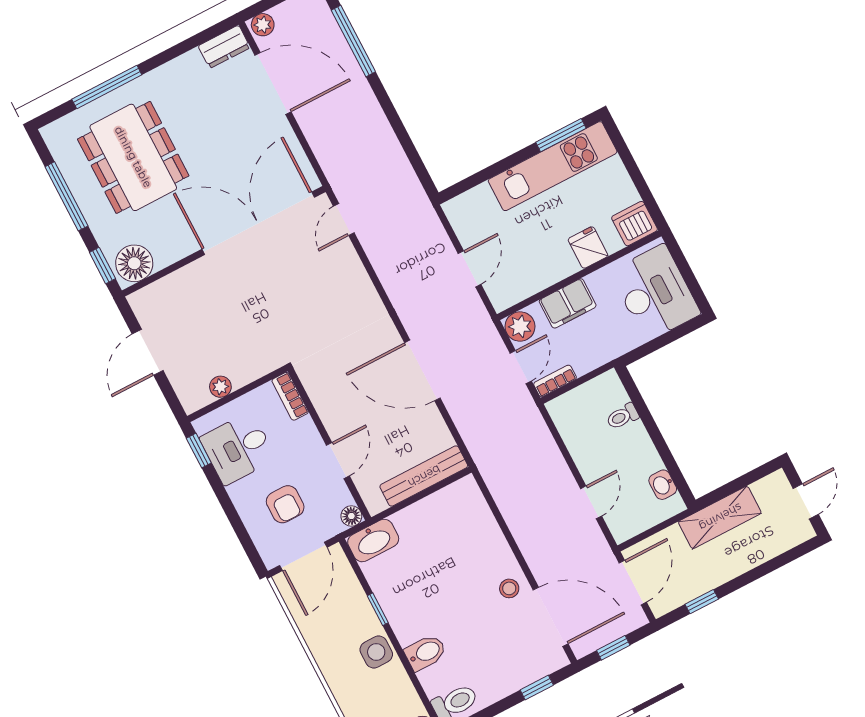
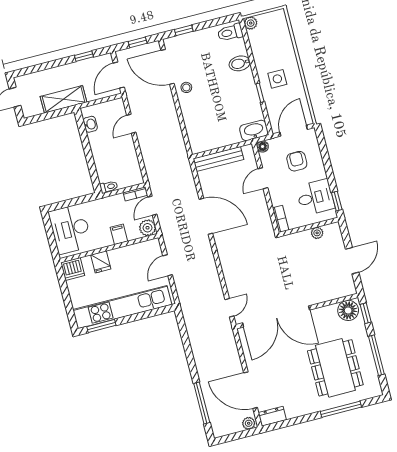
kitchen unit: (553, 166) -> (122, 307), width x1.36
filing cabinet: (568, 303) -> (119, 234), width x0.50
toilet: (622, 416) -> (109, 187), moved
side table: (376, 652) -> (277, 79), moved

